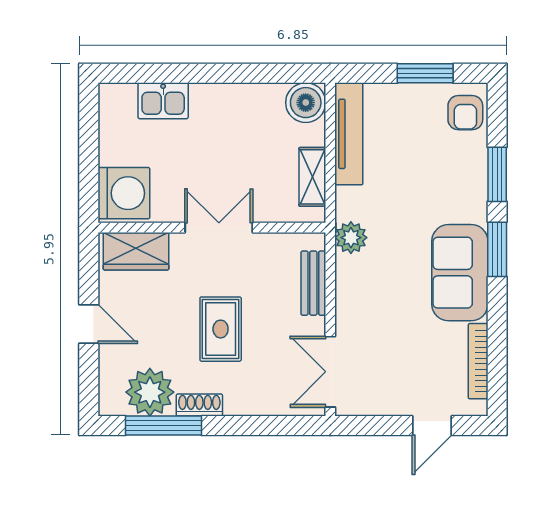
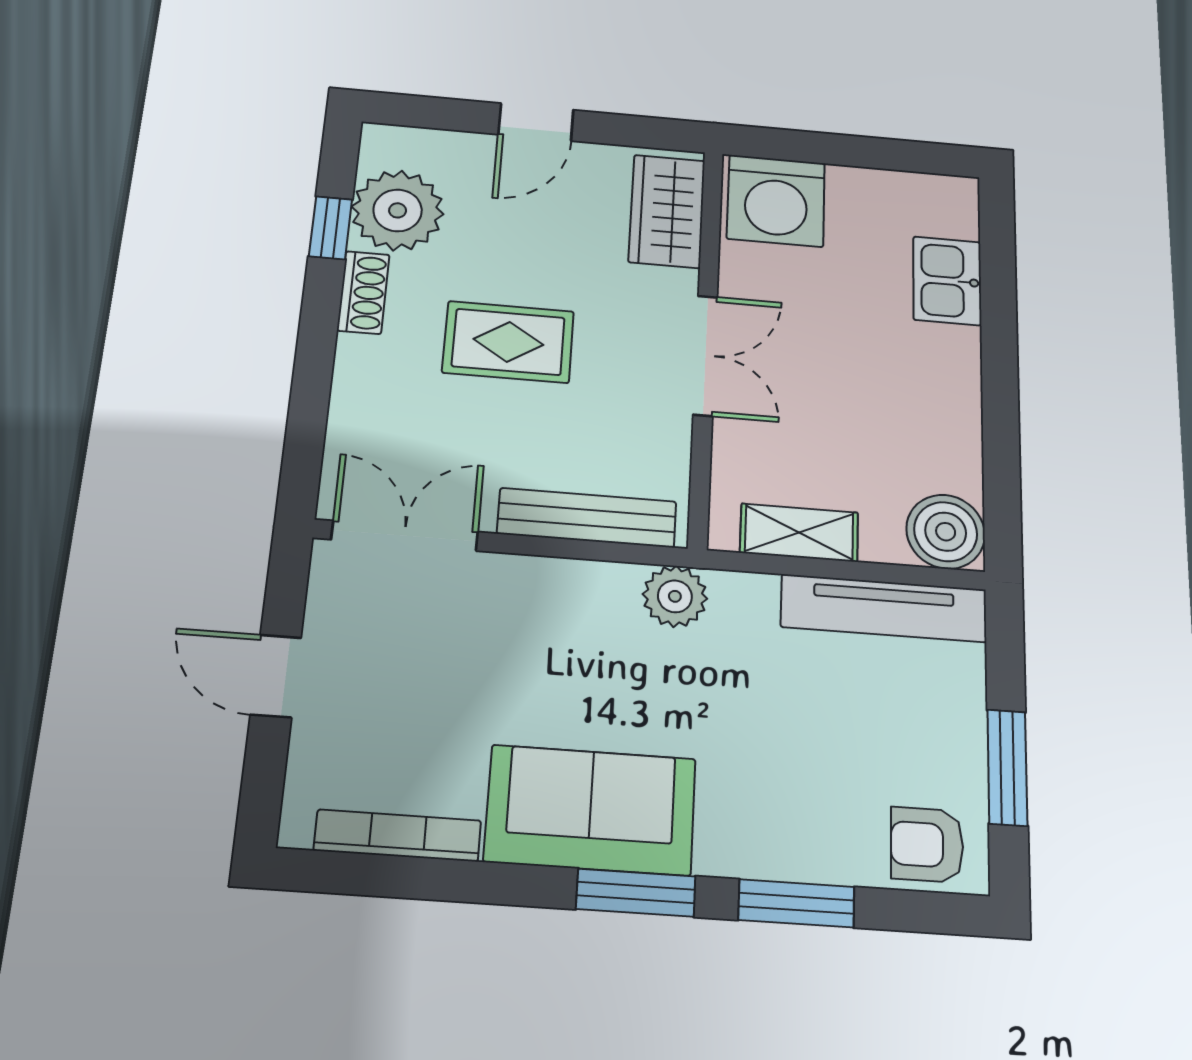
bench: (313, 283) -> (587, 518), width x1.36
window: (164, 426) -> (331, 228), width x0.46
door: (432, 426) -> (276, 676), moved

